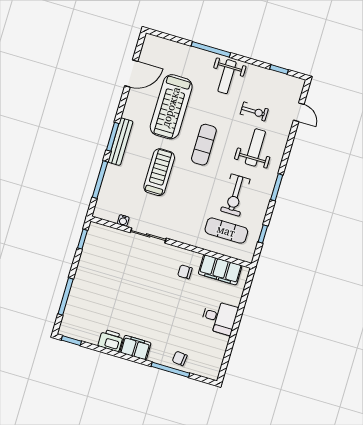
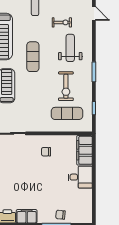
filing cabinet: (220, 270) -> (84, 150), moved, turned 90

